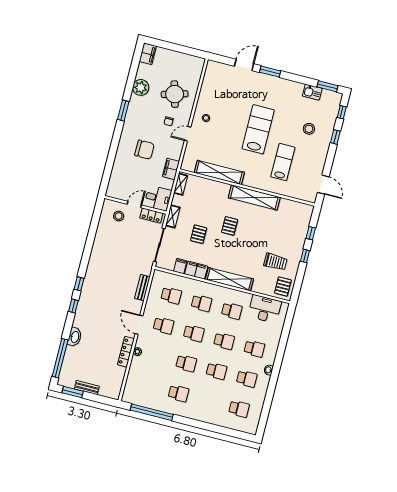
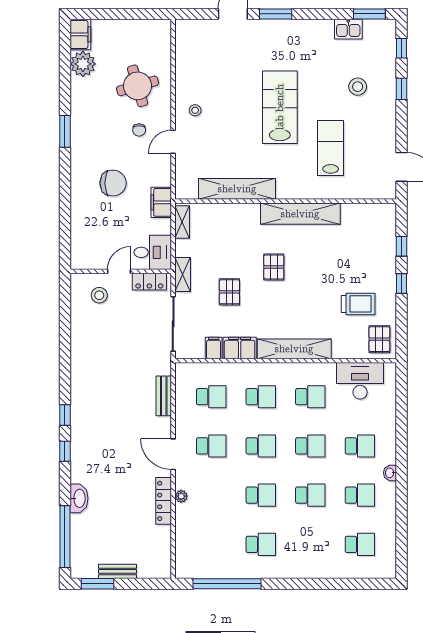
plant: (141, 87) -> (83, 64), moved

